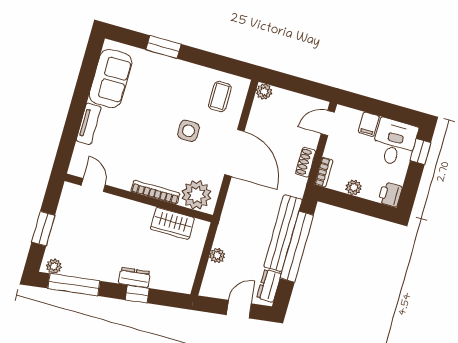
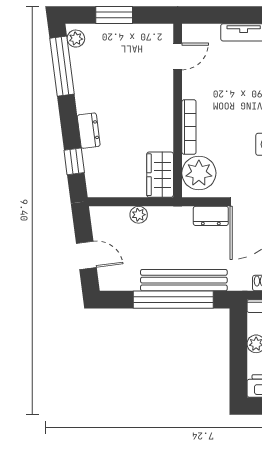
wardrobe: (172, 223) -> (160, 175), moved
dresser: (269, 286) -> (211, 216), moved, turned 180
window: (137, 294) -> (74, 161), moved

